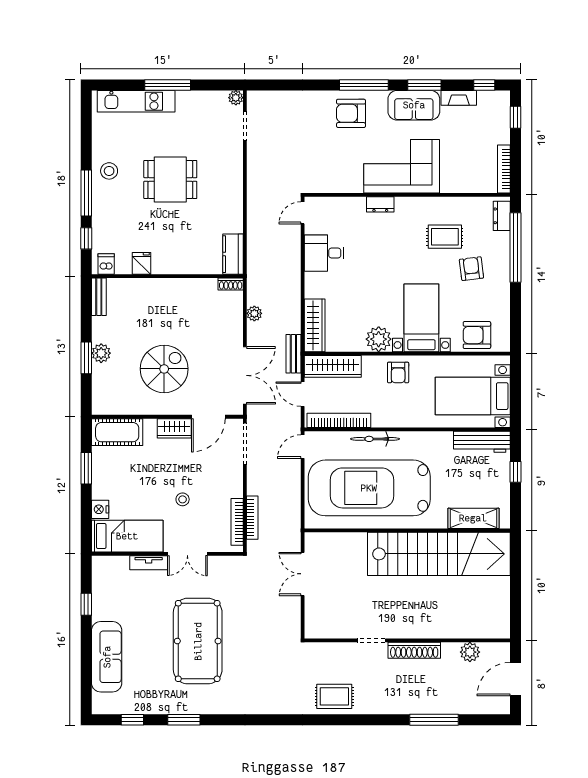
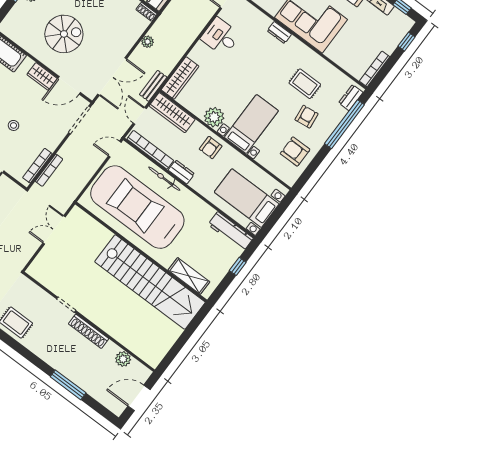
armchair: (477, 335) -> (295, 152), moved
dresser: (387, 419) -> (181, 172), added

